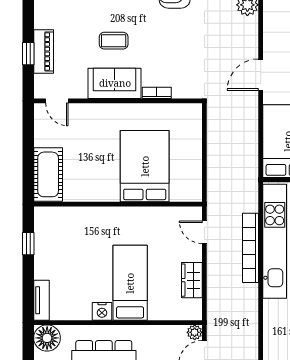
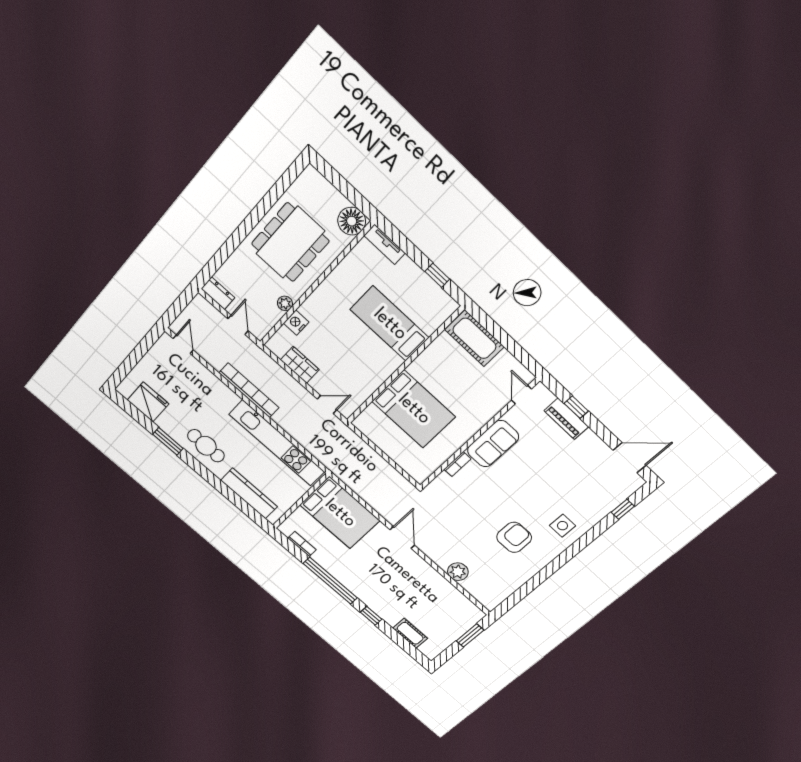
coffee table: (114, 41) -> (524, 471), removed
door: (57, 101) -> (521, 395), hinge flipped
bookcase: (251, 248) -> (249, 390), moved
bed: (130, 283) -> (390, 324), moved, turned 180
nightstand: (102, 311) -> (296, 323), moved
plant: (195, 332) -> (285, 303), moved

